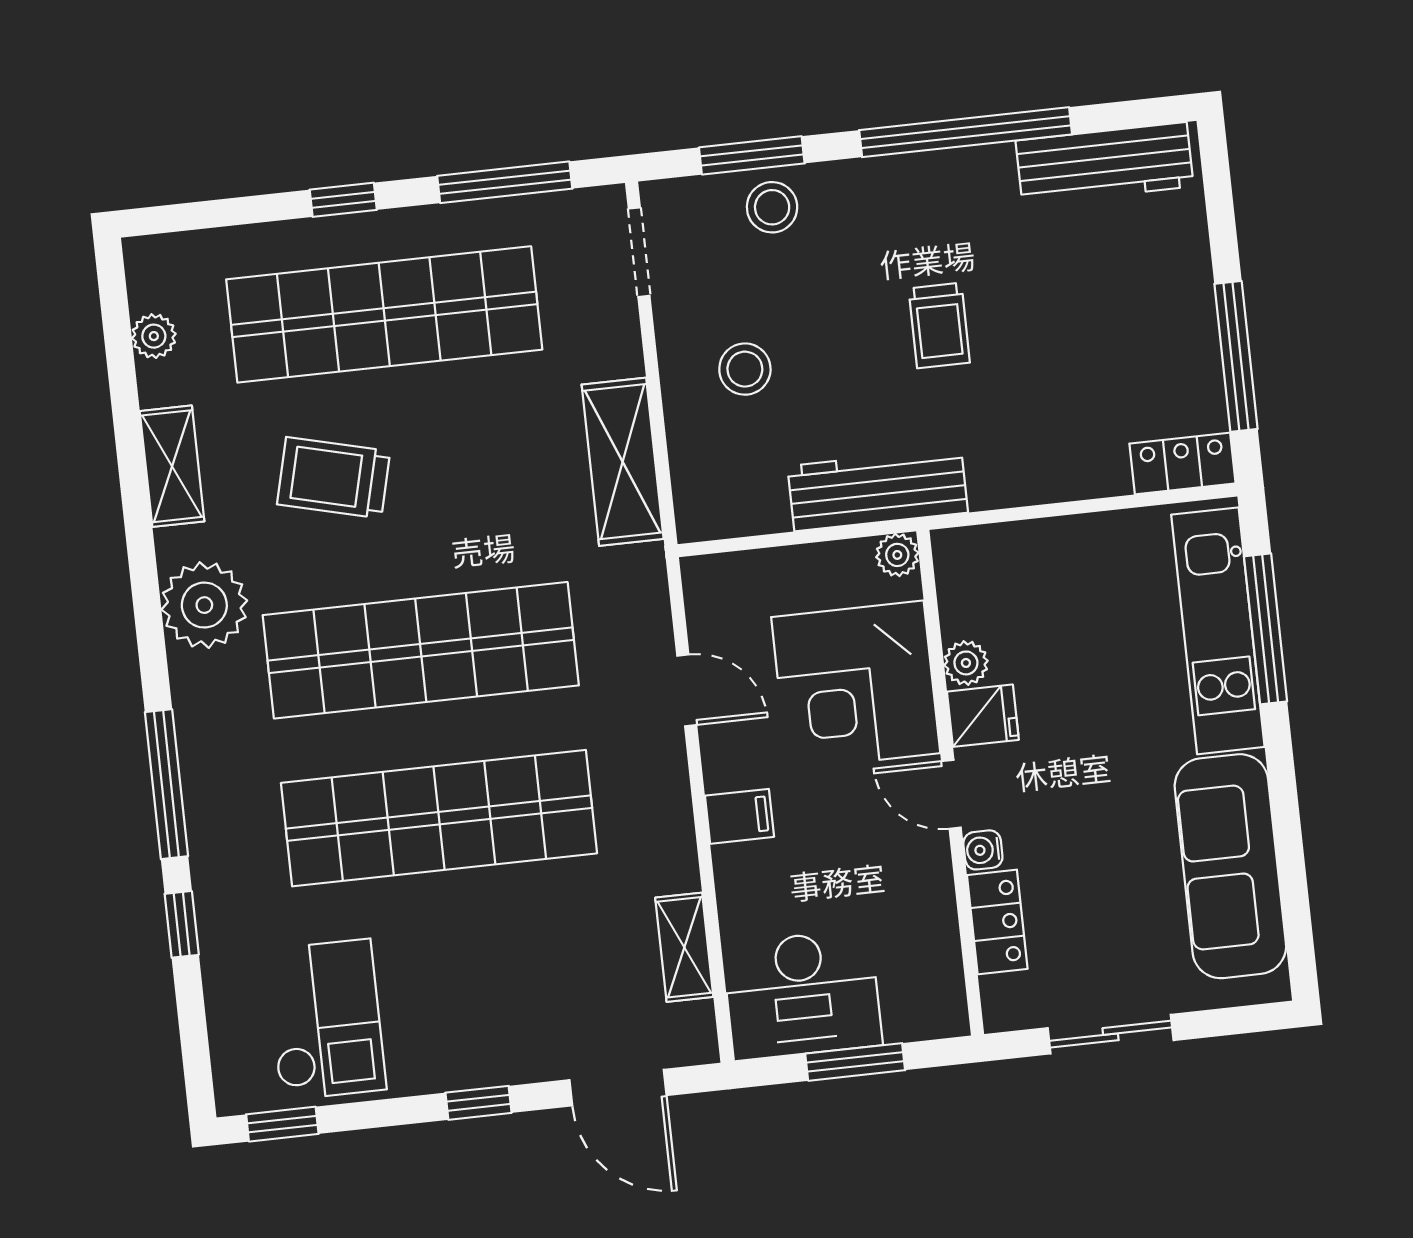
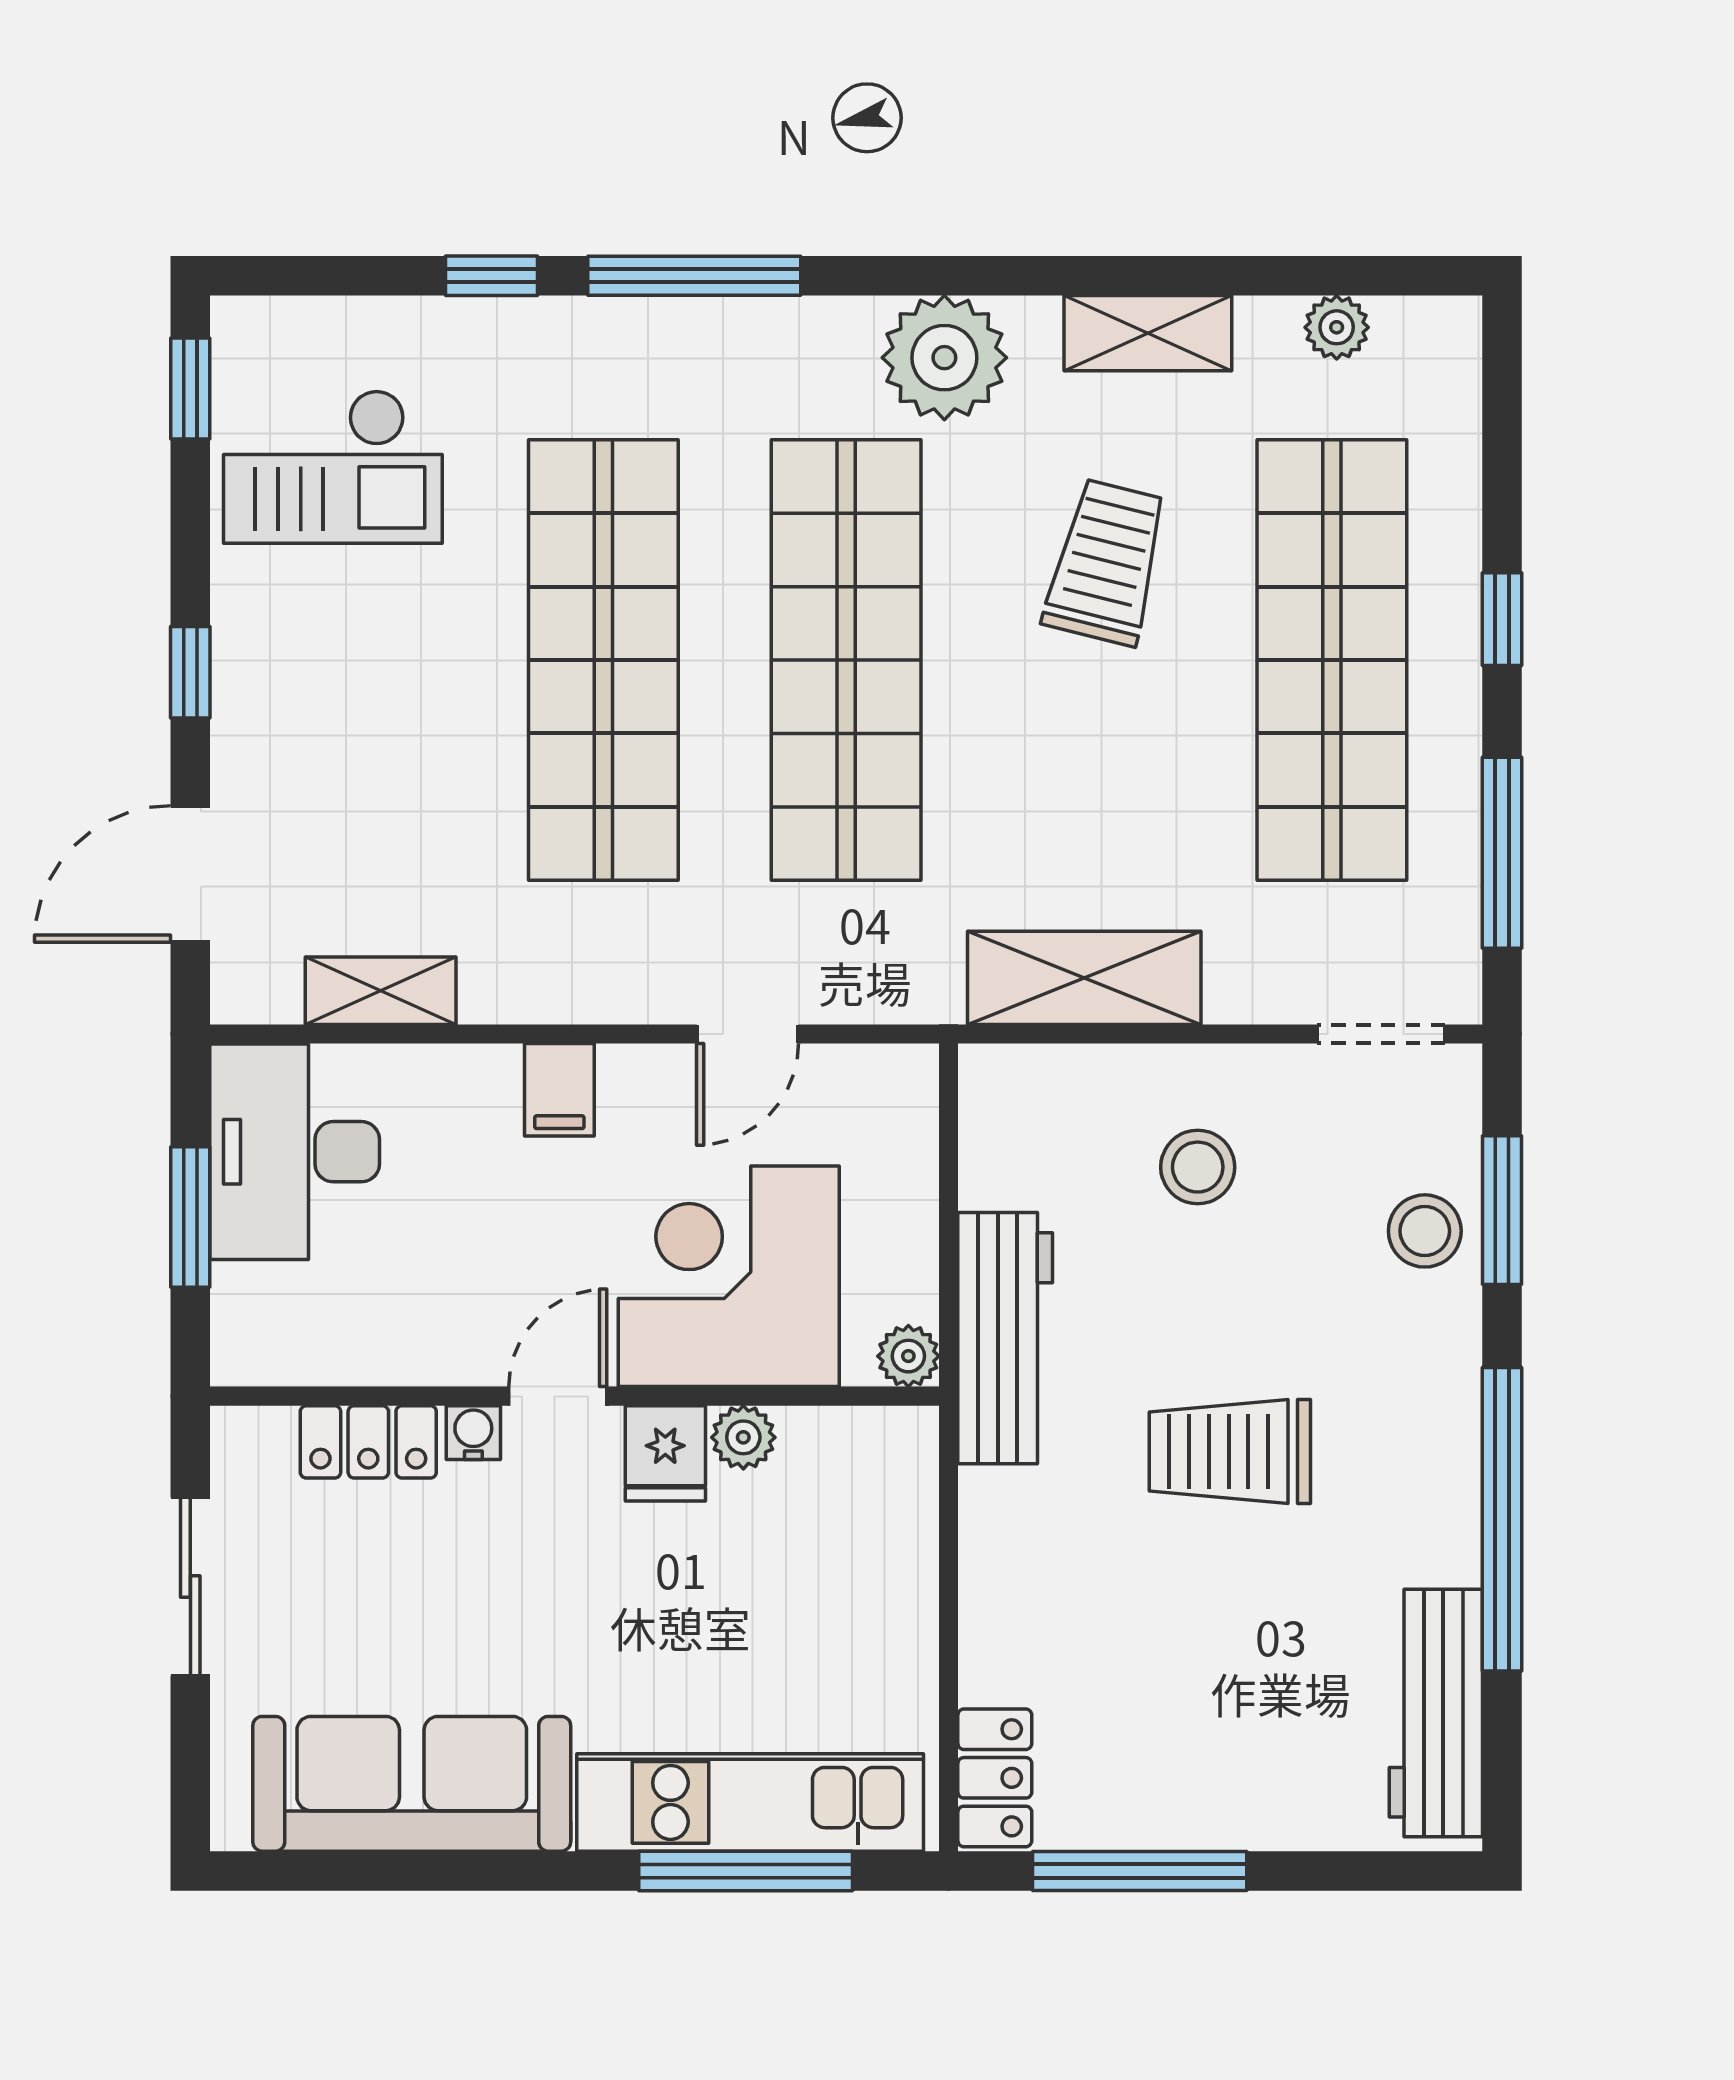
trolley: (939, 325) -> (1230, 1451), width x1.36, depth x1.39

